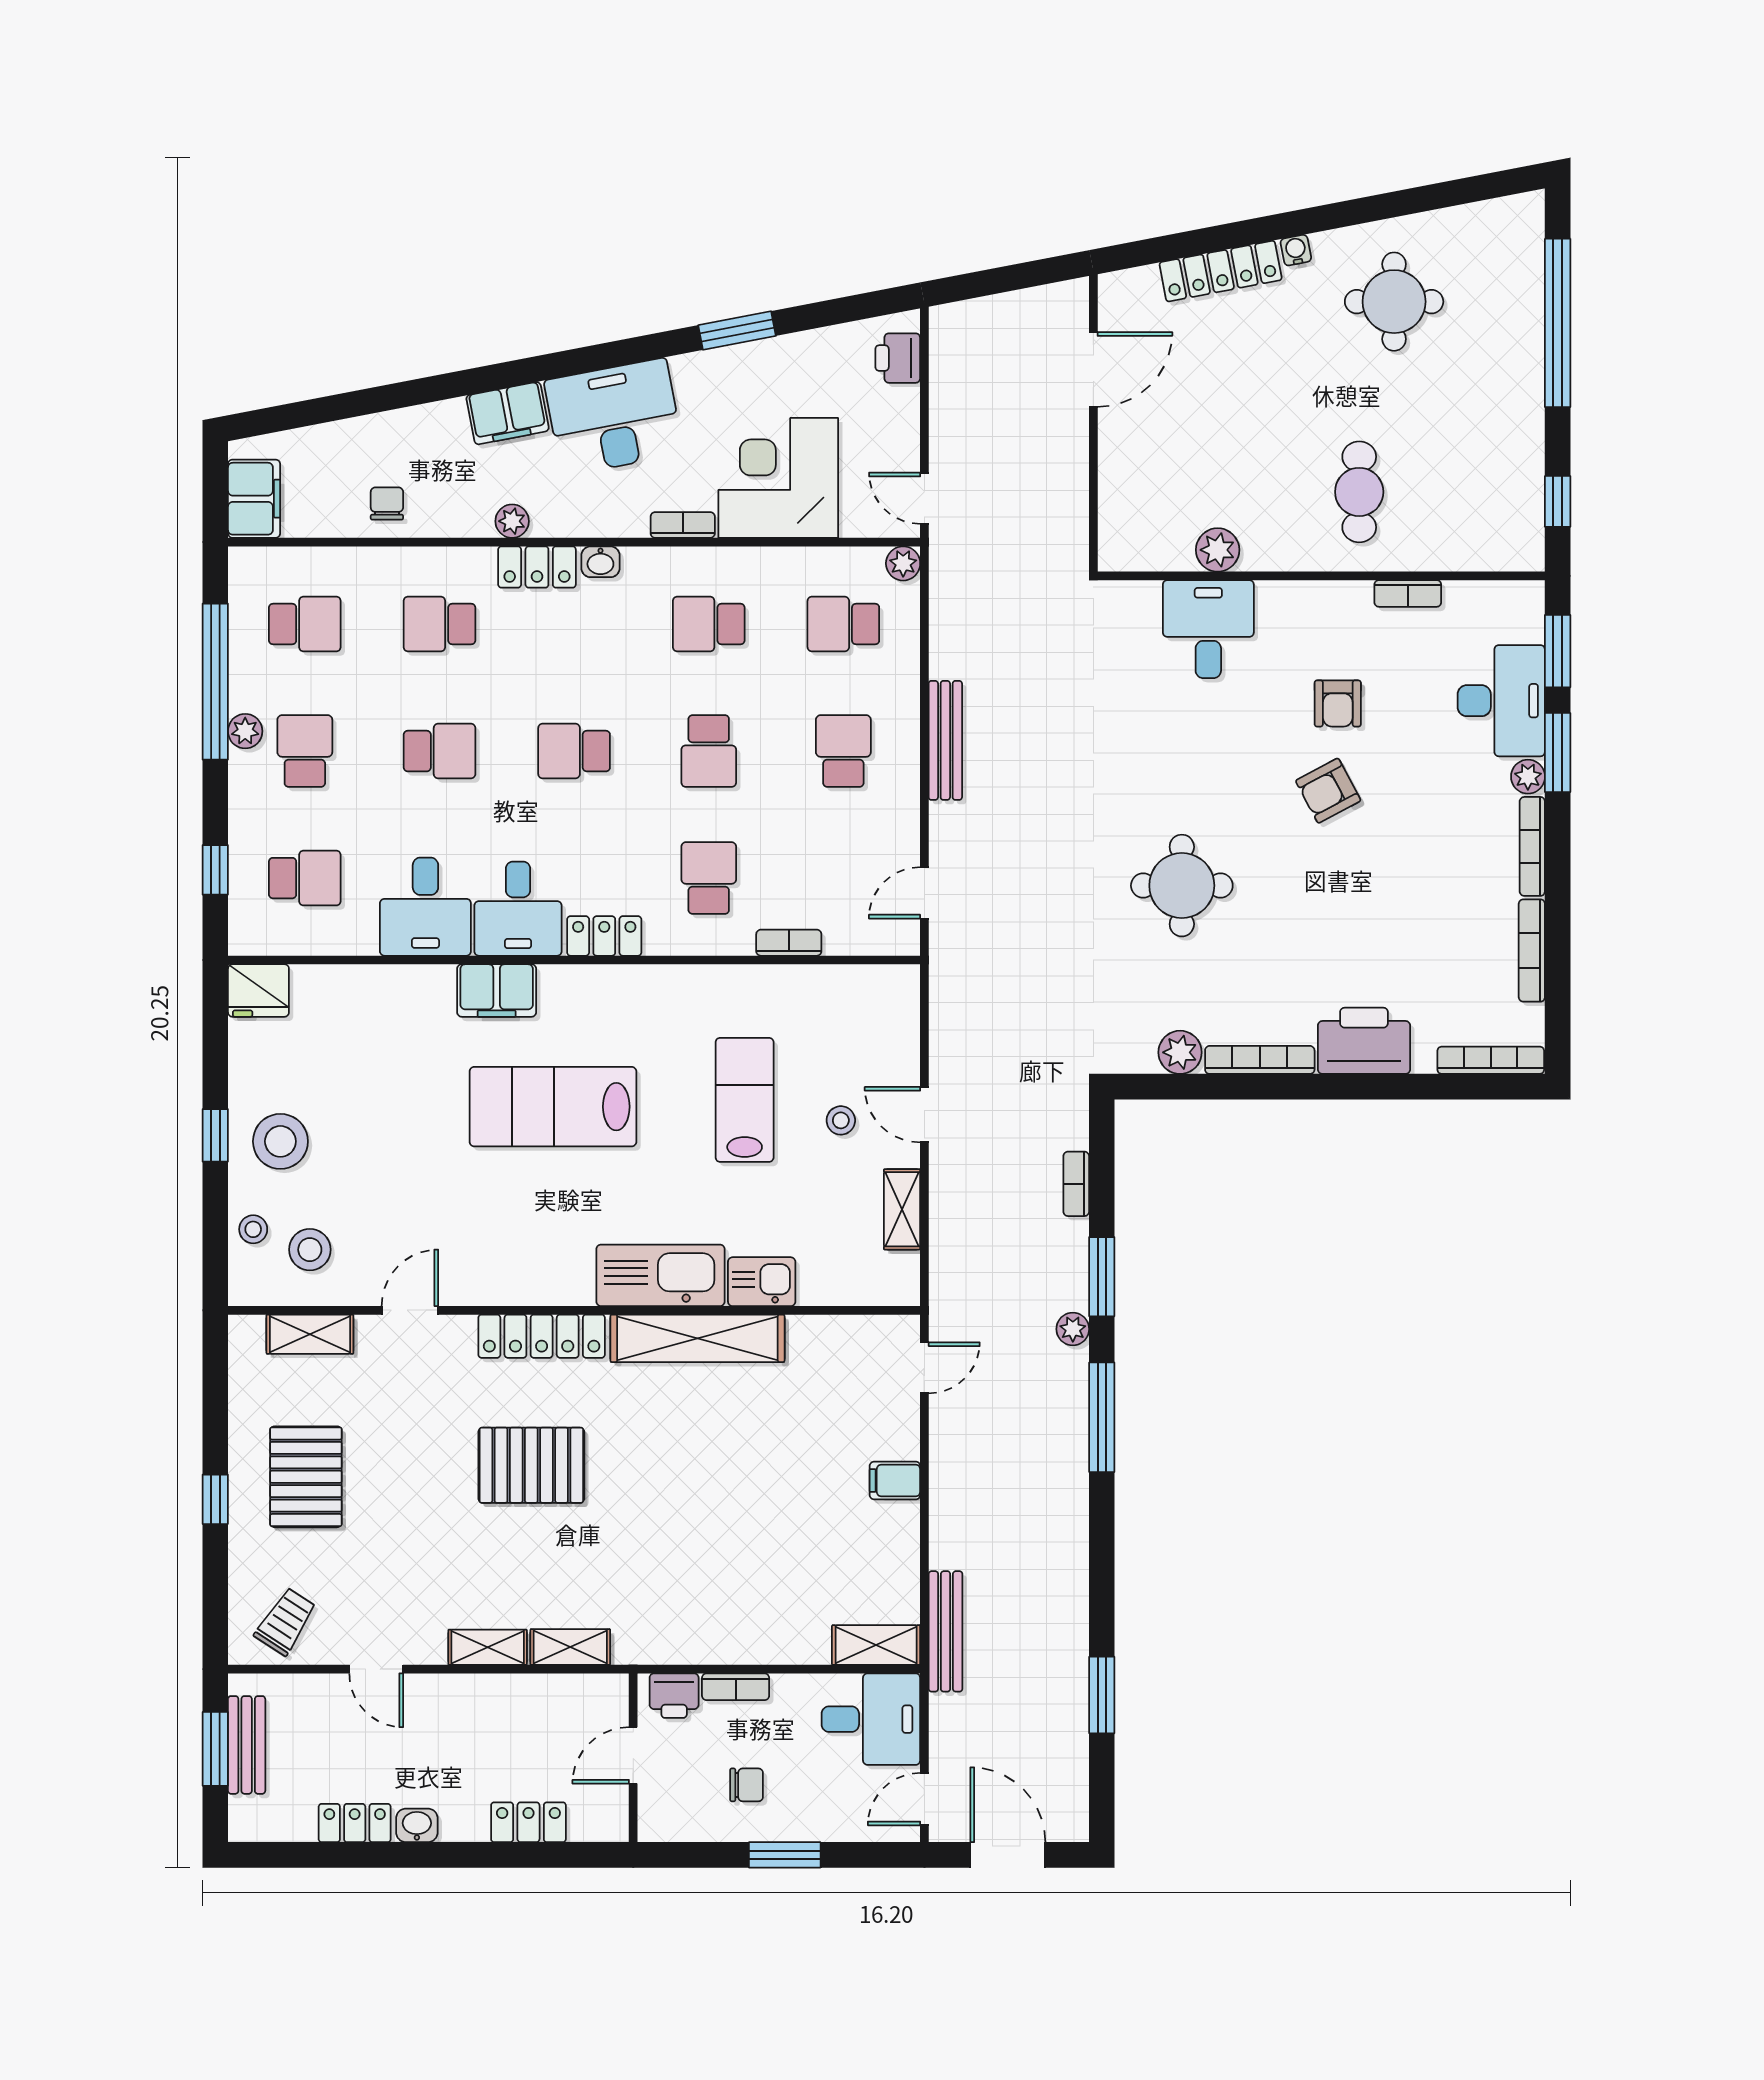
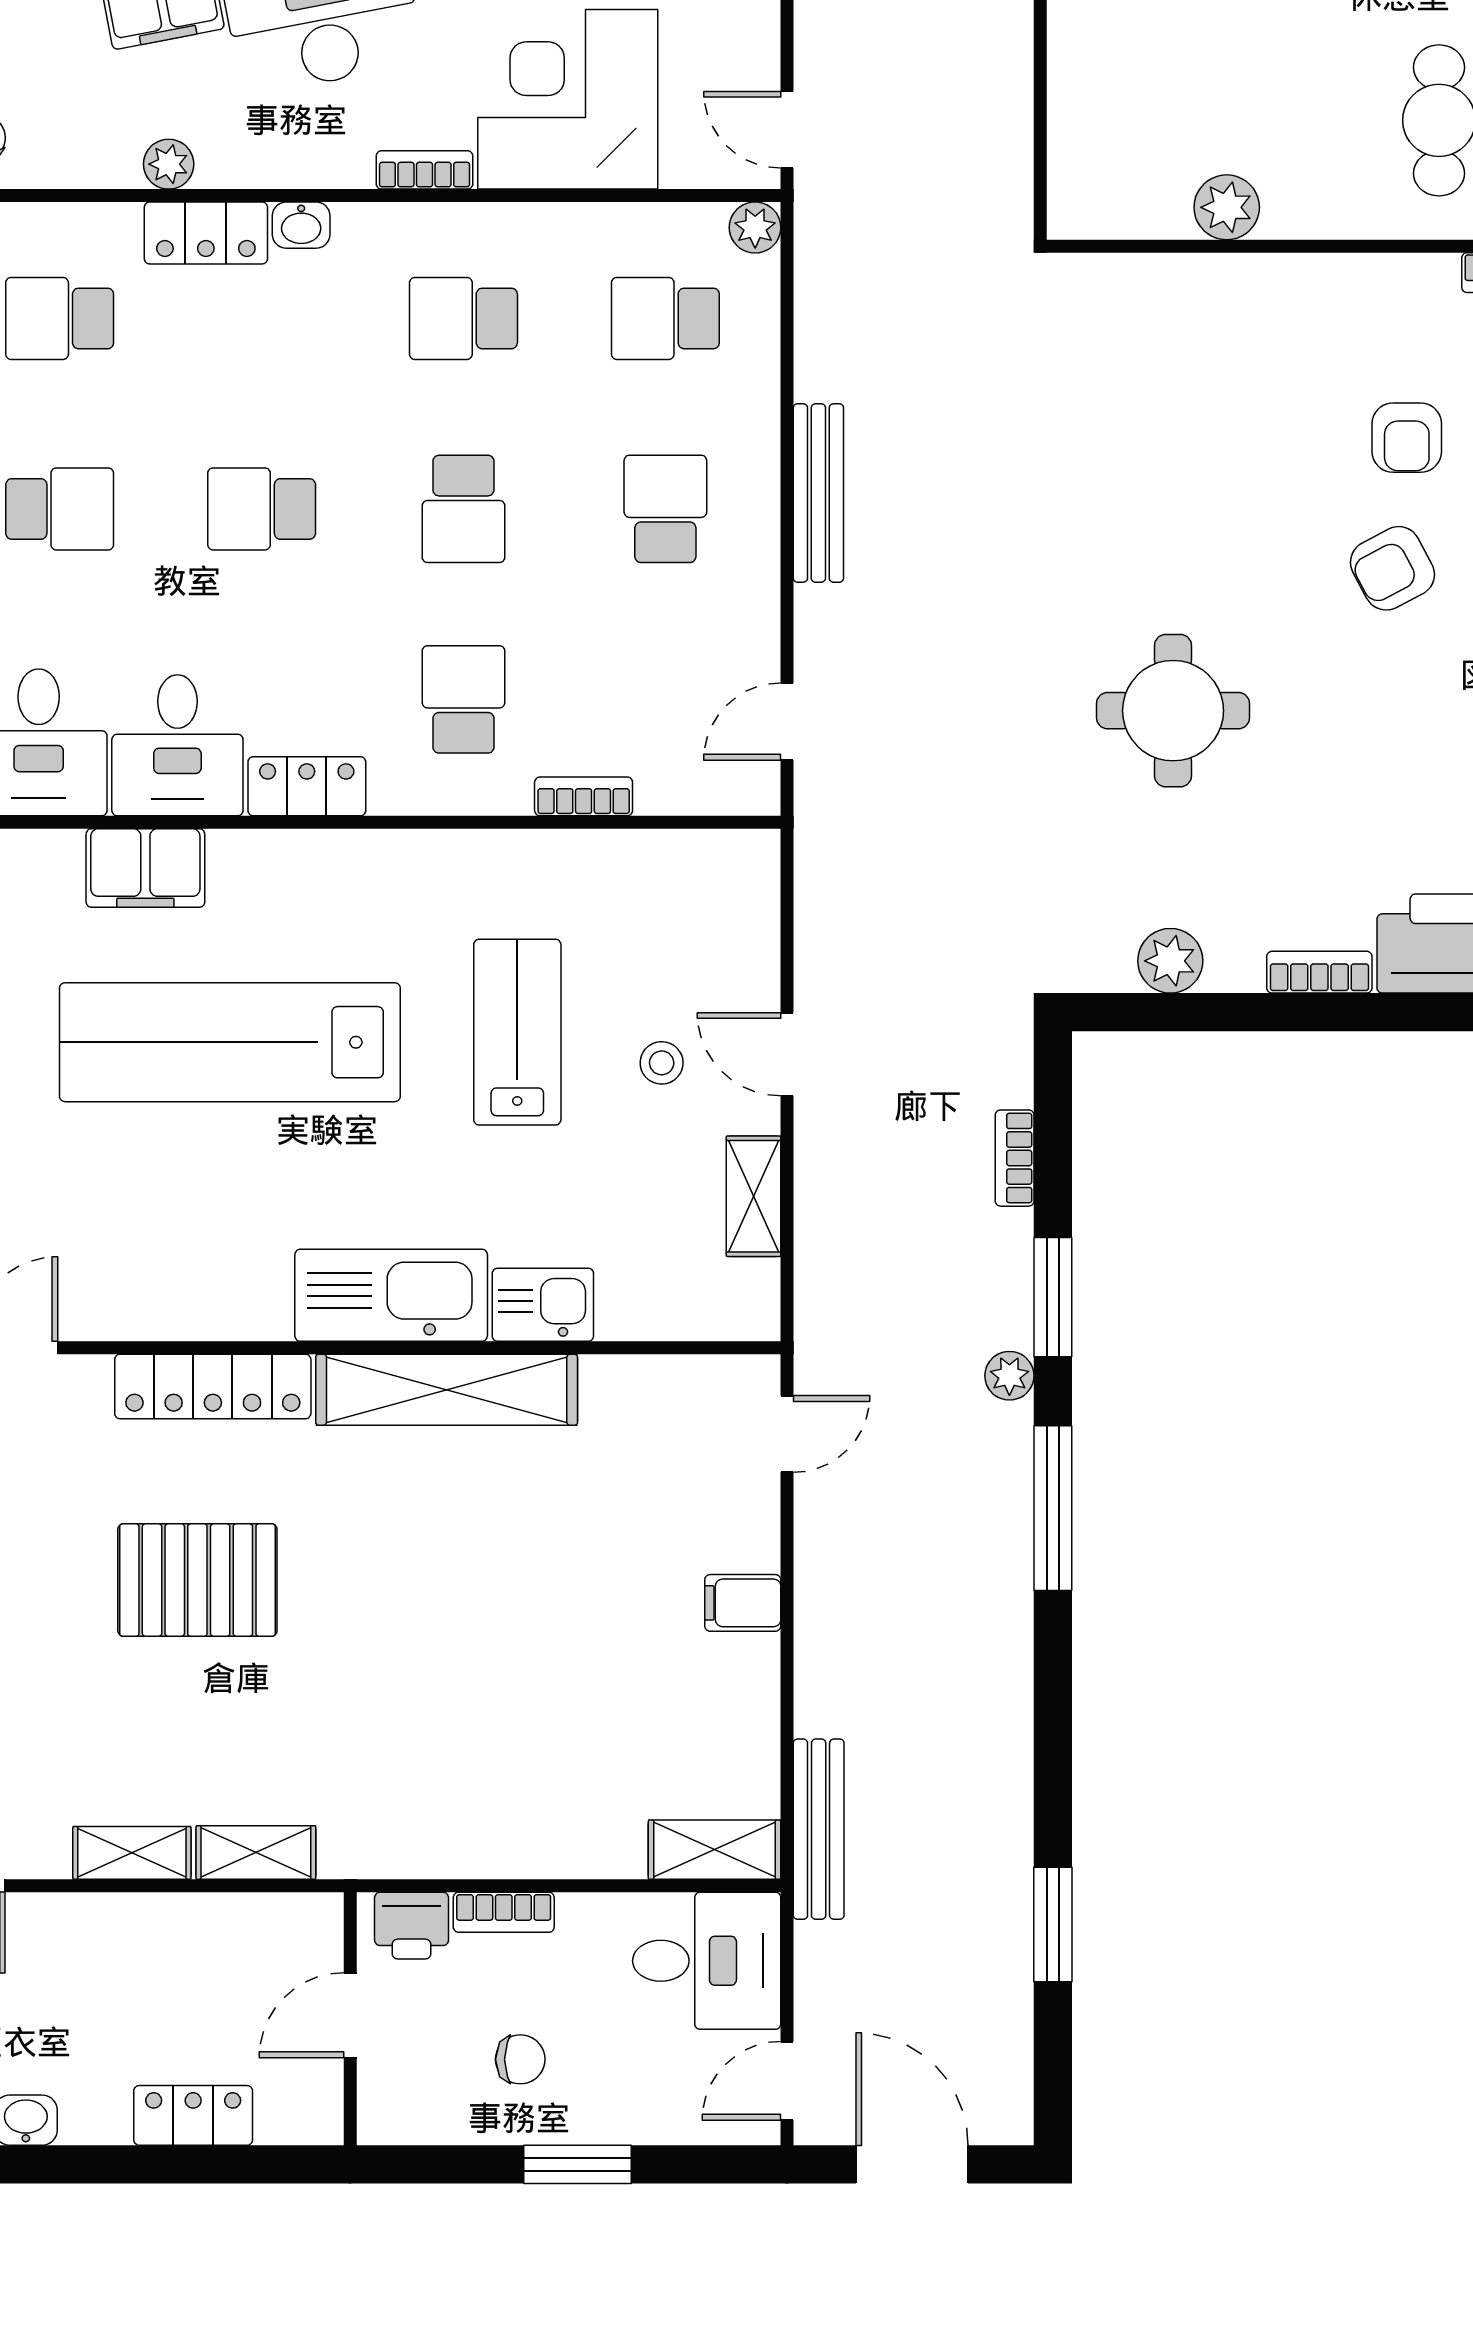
desk: (1208, 629) -> (1213, 326), removed
bookcase: (1260, 1060) -> (1319, 972), width x0.64
lab bench: (553, 1107) -> (230, 1042), width x1.36

